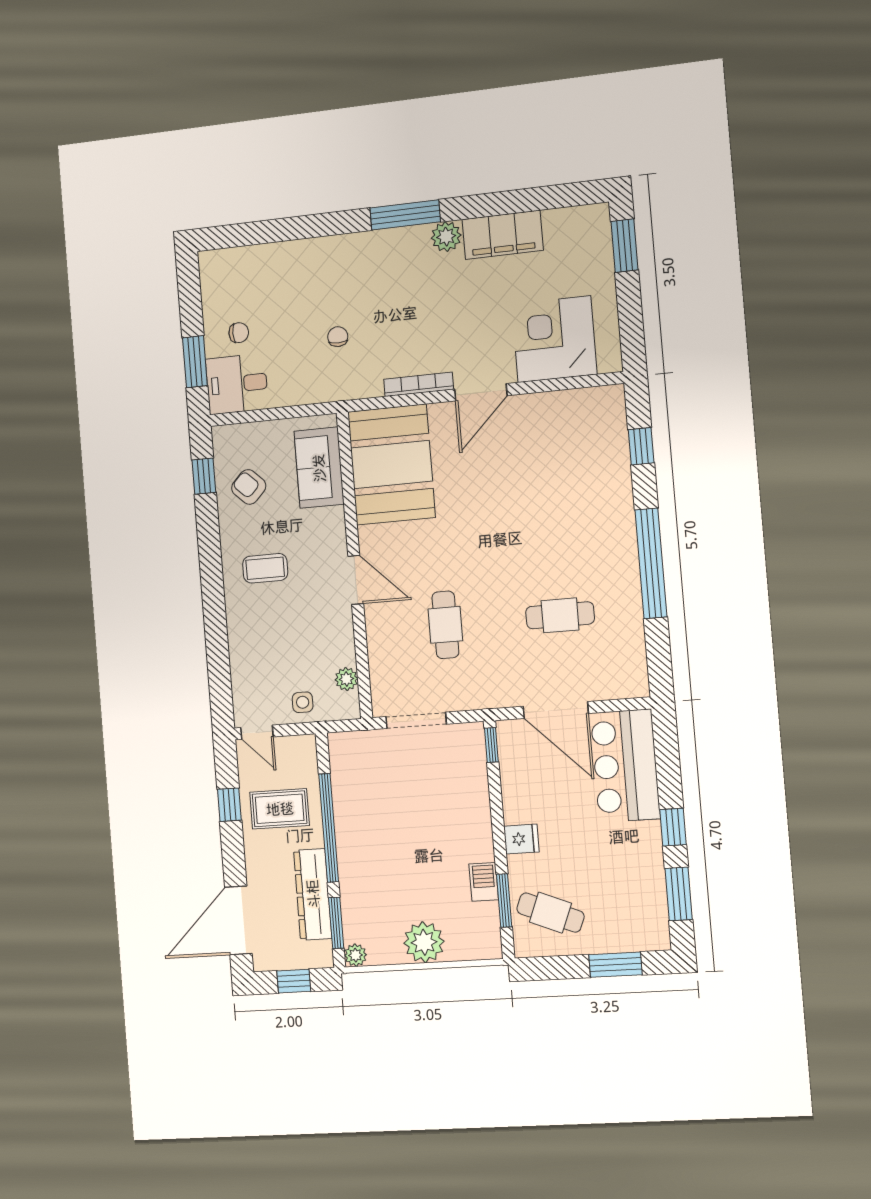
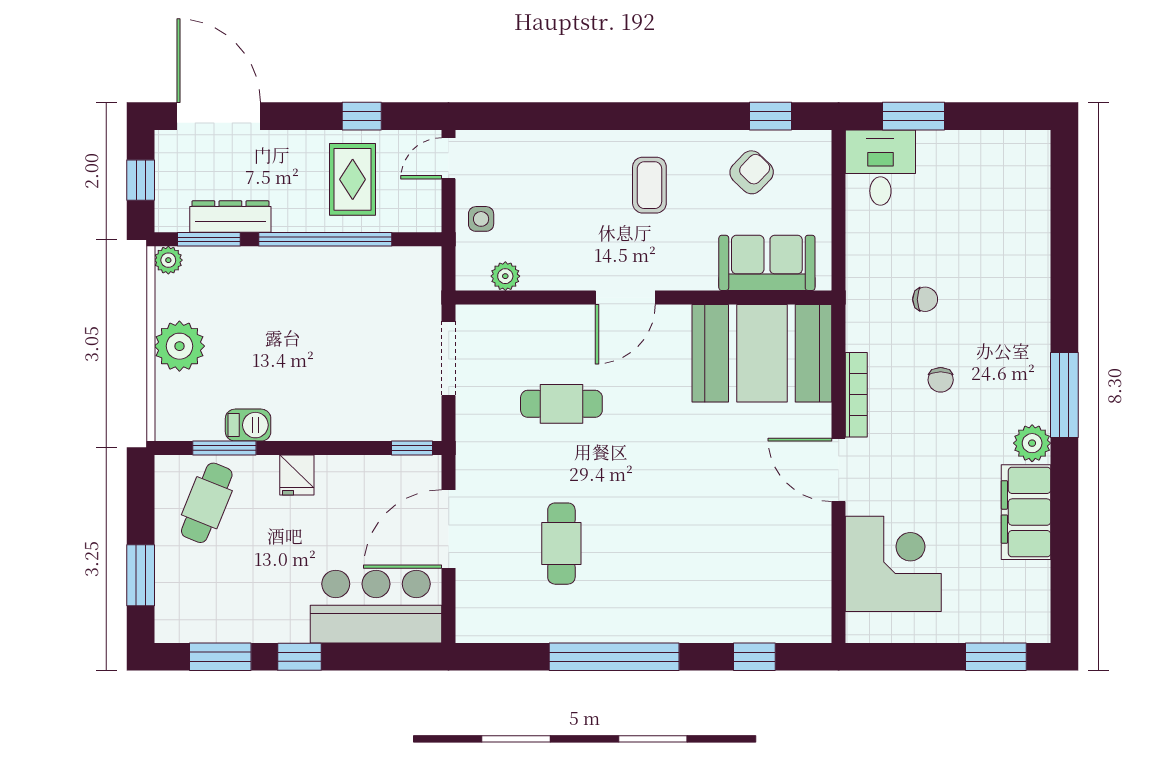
chair: (239, 333) -> (941, 380), moved
dresser: (313, 894) -> (230, 217), width x0.73, depth x0.80

